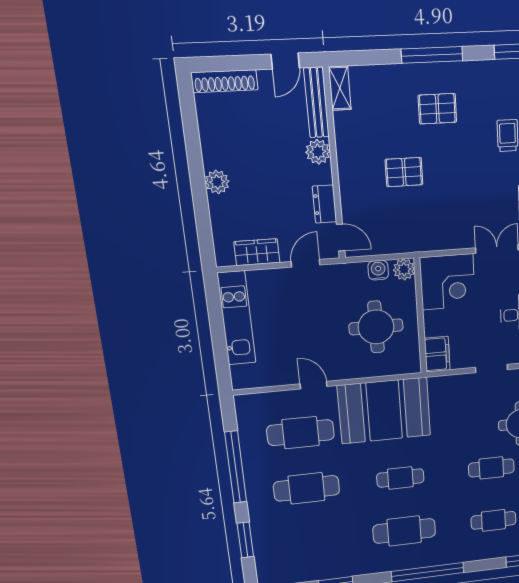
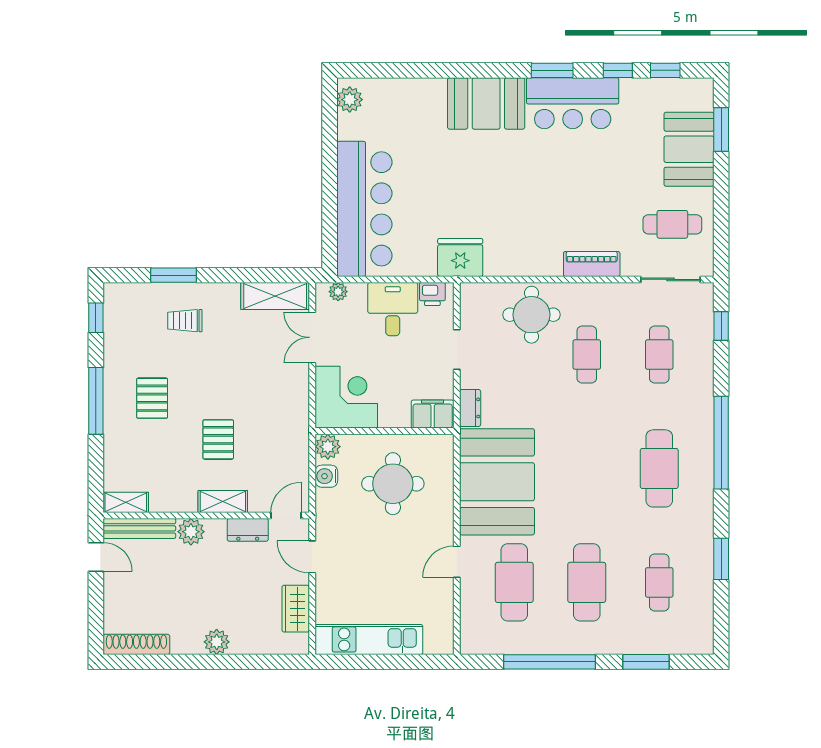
shoe rack: (225, 81) -> (136, 644), moved, turned -90
shelving: (348, 180) -> (223, 501), added
dresser: (444, 384) -> (470, 408), added
cafe table: (400, 478) -> (659, 582), moved

